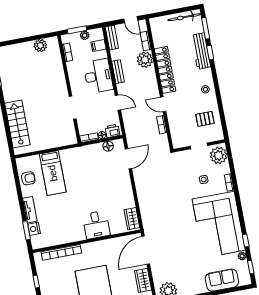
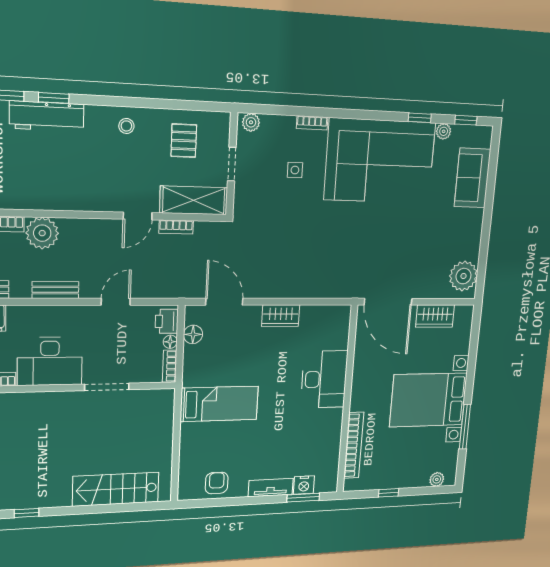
locker: (165, 70) -> (71, 198), removed
desk: (98, 76) -> (50, 361), moved, turned 180
shelving: (177, 131) -> (194, 200), added
plant: (219, 155) -> (251, 122), width x0.53, depth x0.53
bed: (53, 173) -> (219, 404), moved
wardrobe: (132, 219) -> (281, 316), moved
desk: (96, 225) -> (324, 379), width x1.37

